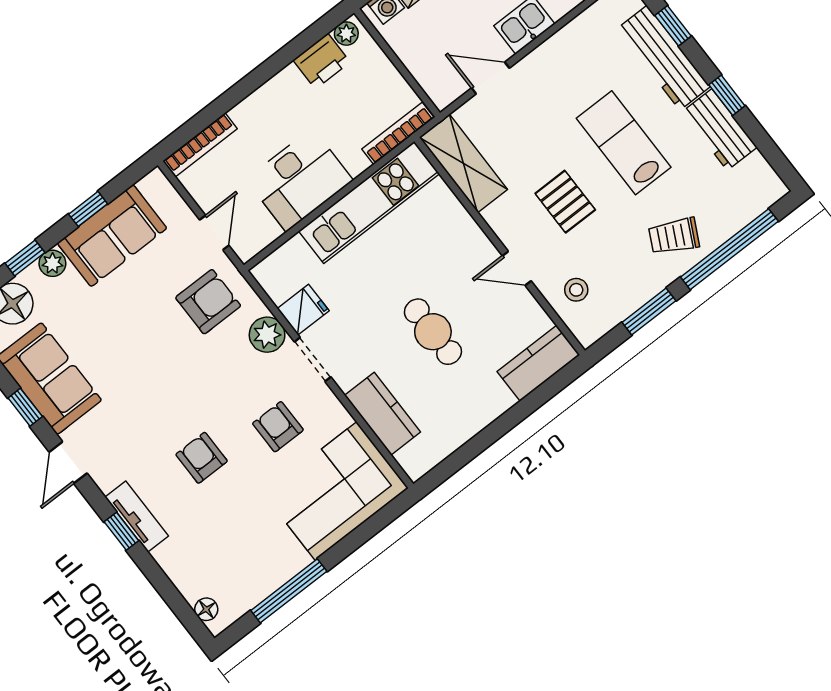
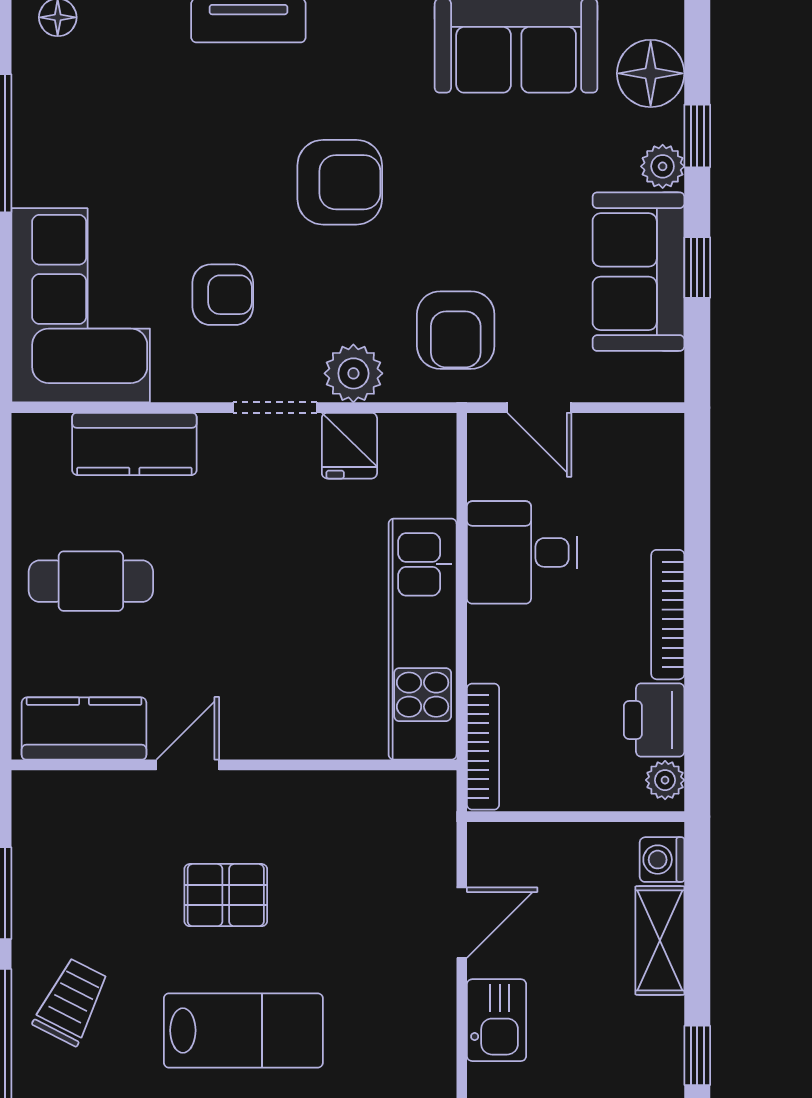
bookcase: (200, 145) -> (668, 615), moved
shelving: (463, 163) -> (378, 801), removed
desk: (299, 180) -> (522, 552), width x0.73
stool: (576, 290) -> (100, 821), removed
cafe table: (433, 332) -> (91, 581), moved
kitchen counter: (538, 363) -> (84, 729), moved, turned -90
armchair: (202, 458) -> (340, 182), moved, width x1.38, depth x1.38

